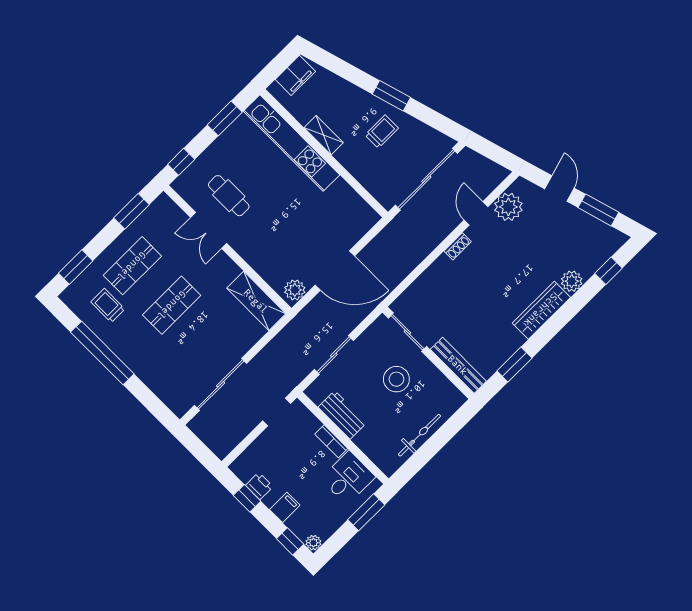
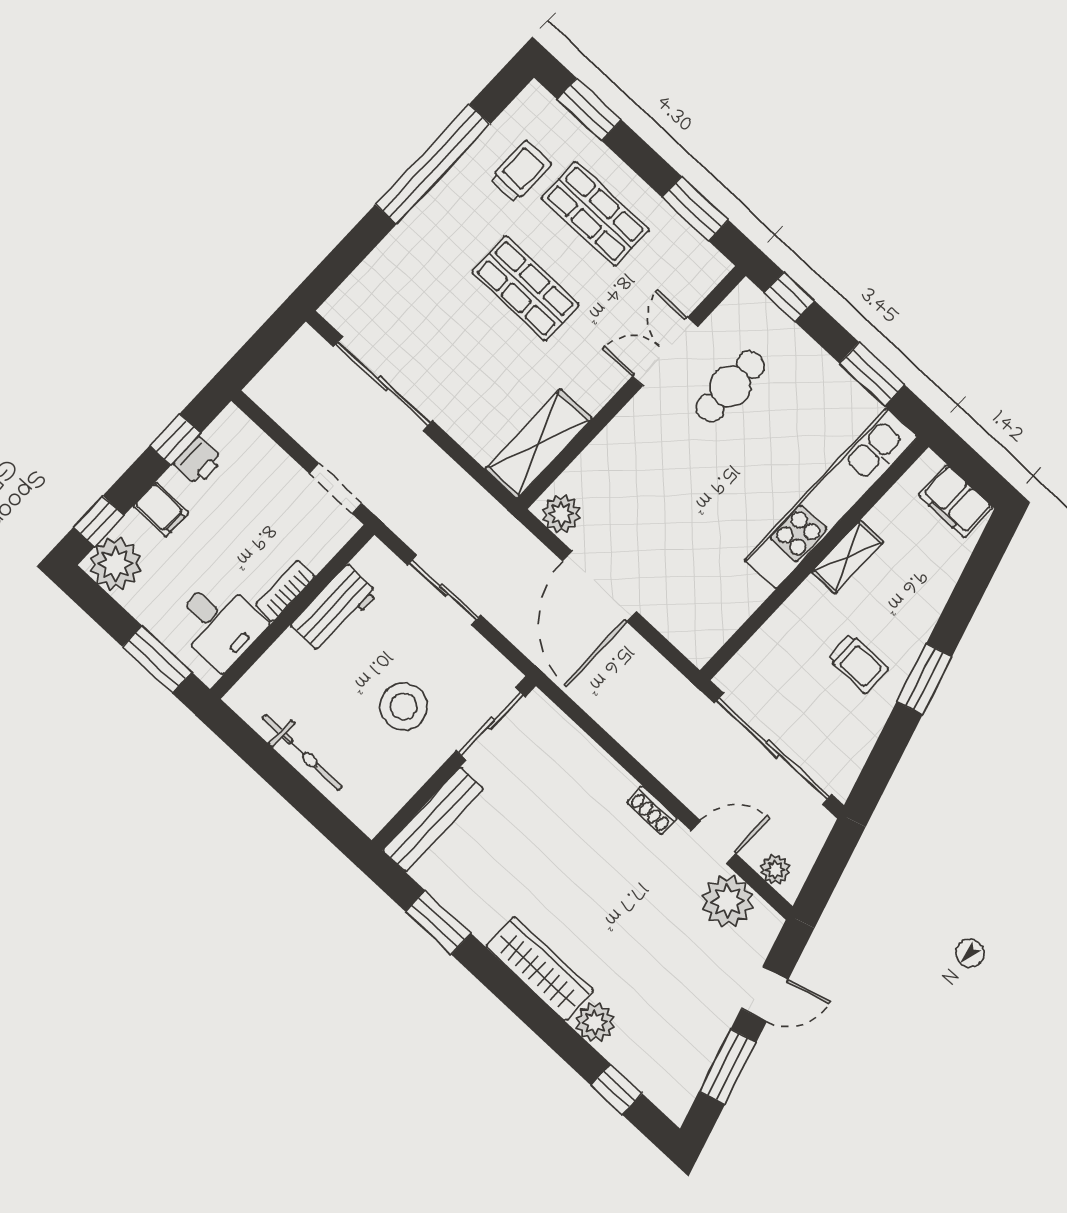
plant: (492, 180) -> (775, 870), added
plant: (313, 543) -> (115, 564), width x1.88, depth x1.88

